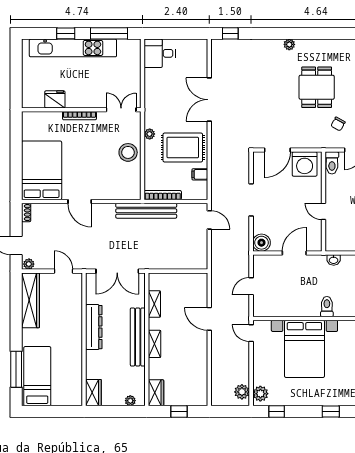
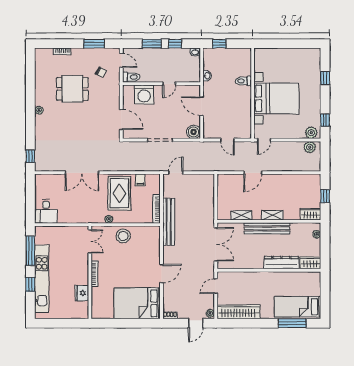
double door: (121, 110) -> (90, 241), swing flipped
washing machine: (305, 164) -> (144, 94), moved, turned 90
dresser: (94, 327) -> (281, 263), moved

